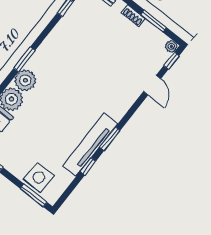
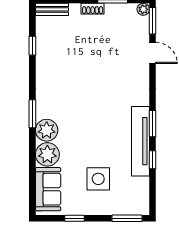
window: (171, 61) -> (153, 21), width x1.50
side table: (39, 178) -> (98, 179), moved

